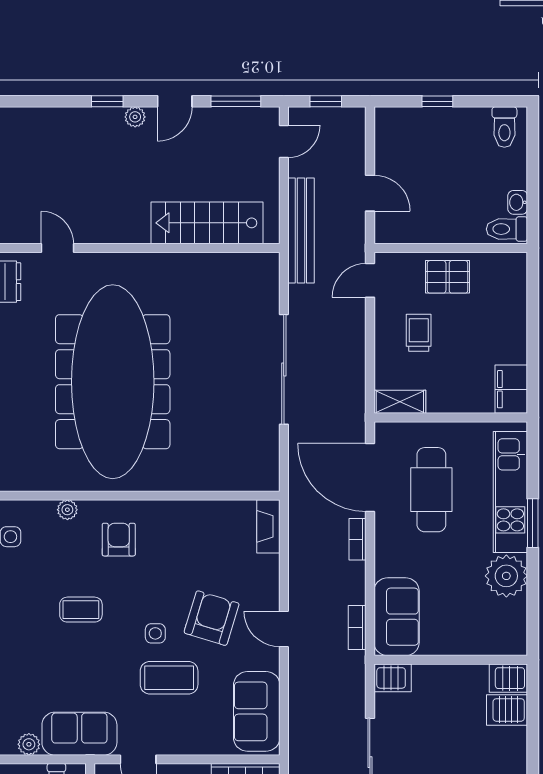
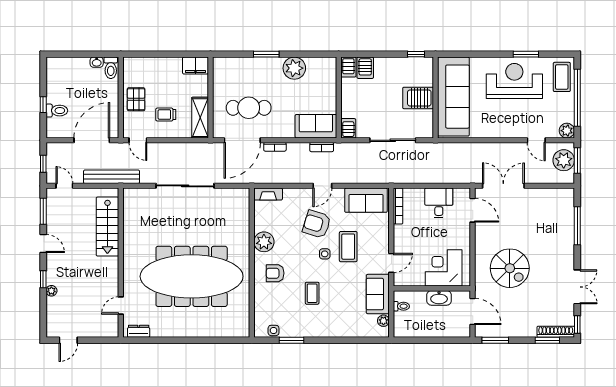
plant: (135, 117) -> (51, 291), moved
toilet: (504, 127) -> (57, 111), moved
door: (370, 193) -> (92, 140), width x1.88
shelving: (400, 402) -> (200, 118), width x1.50, depth x1.33
kitchen unit: (510, 492) -> (250, 66), removed
plant: (67, 510) -> (264, 242), moved, width x1.88, depth x1.88

